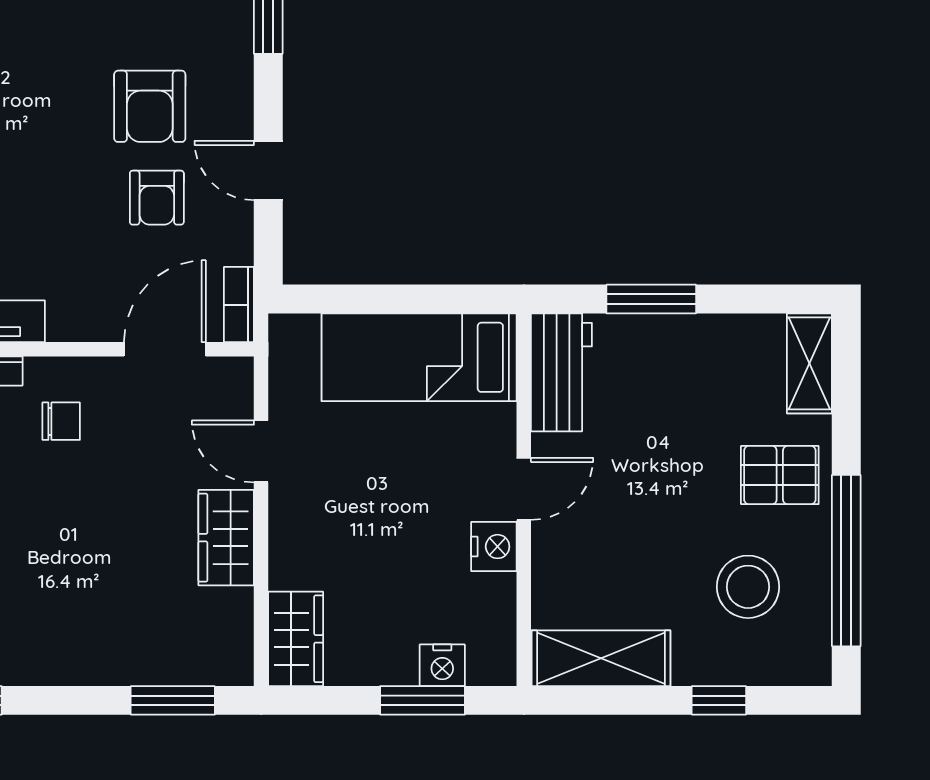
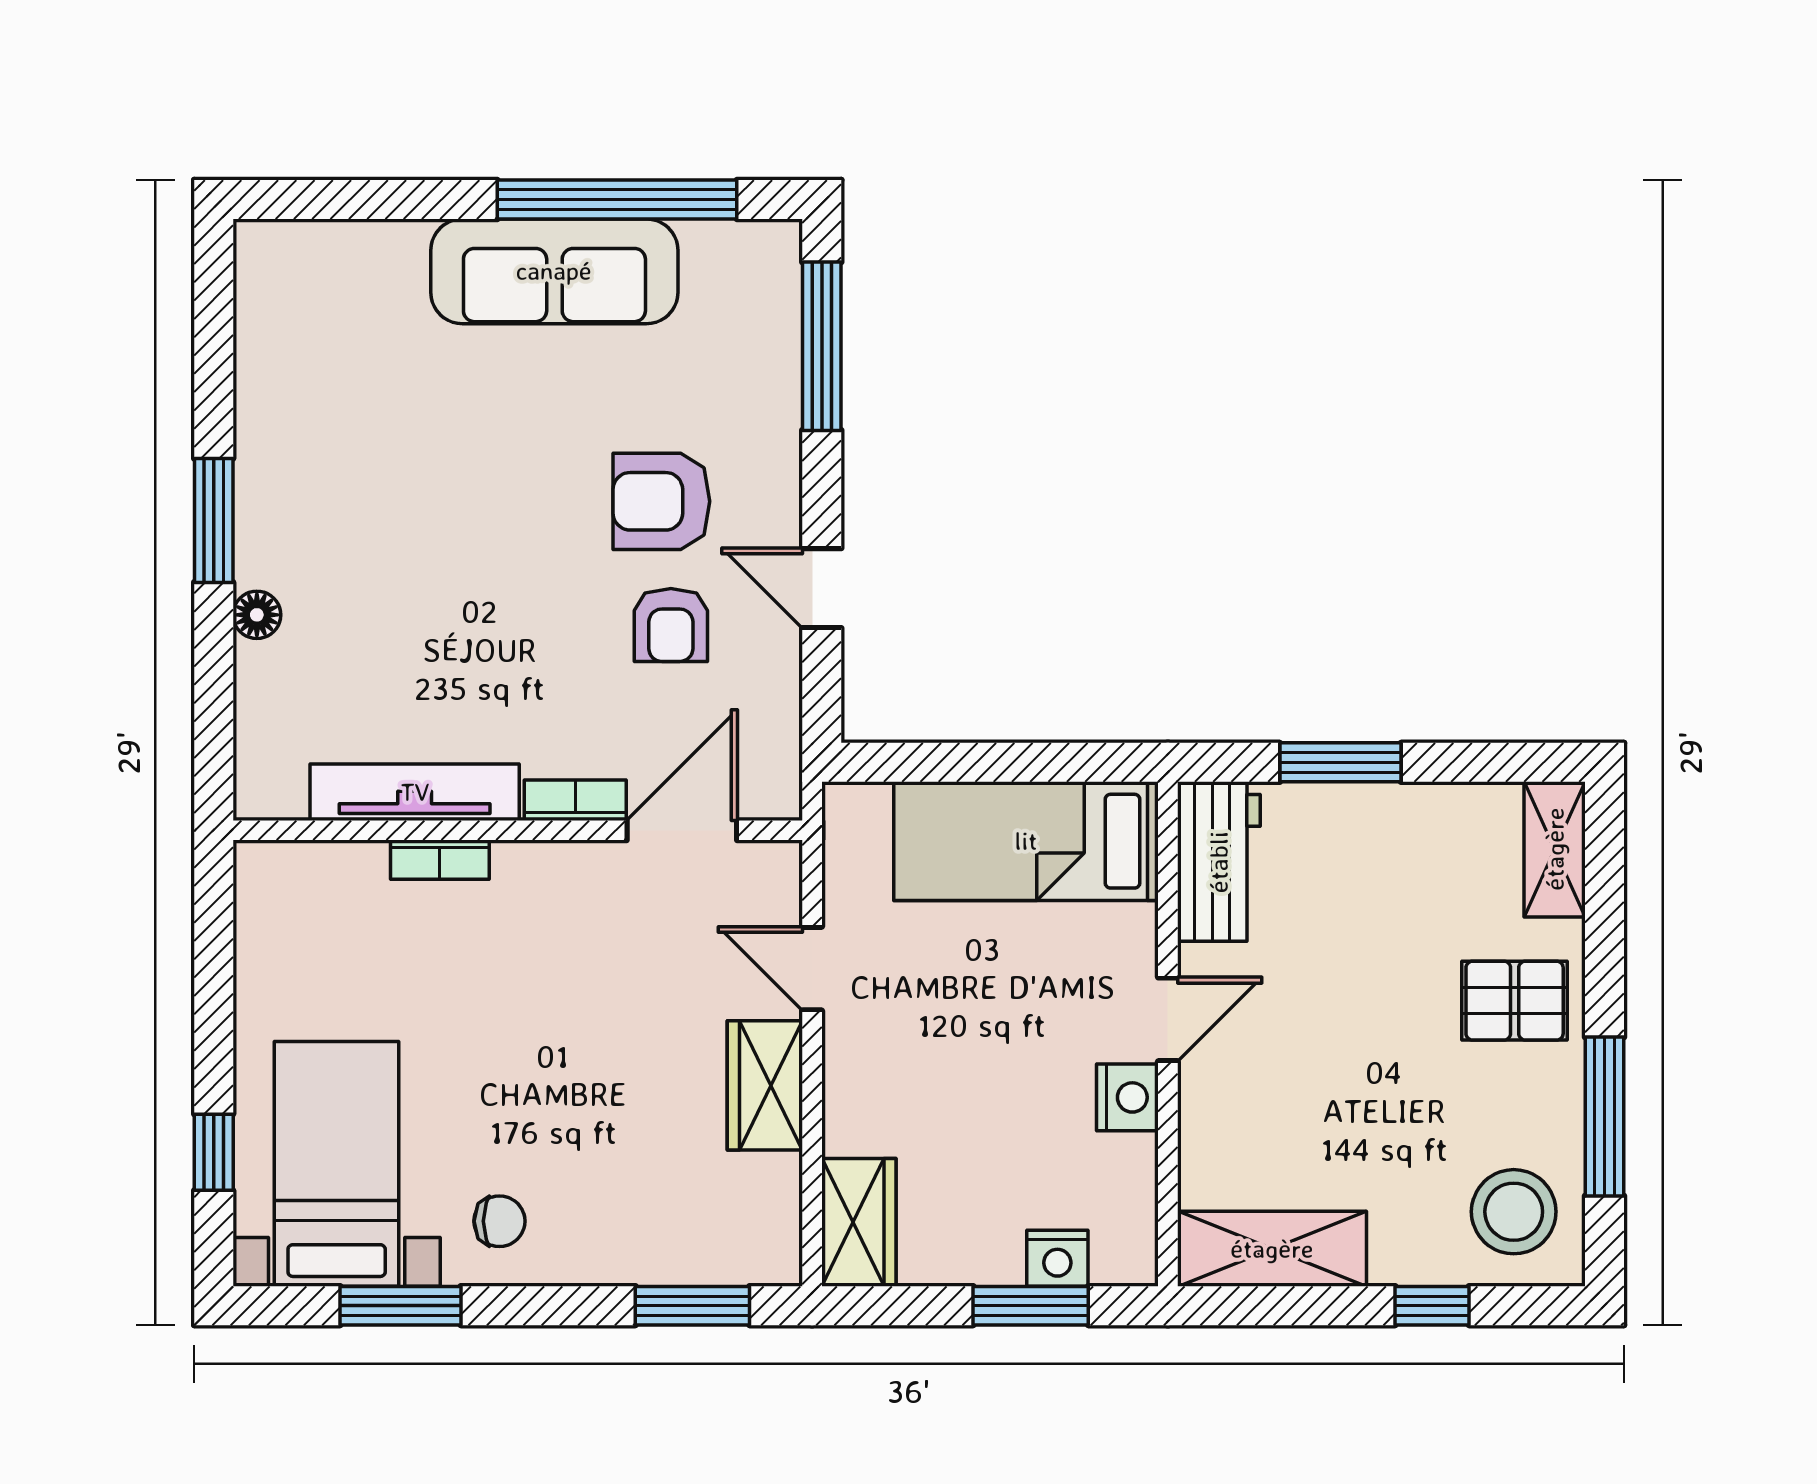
armchair: (150, 106) -> (661, 501), turned 90
bookcase: (239, 305) -> (575, 800), moved, turned 90
chair: (61, 421) -> (499, 1221), moved
window: (846, 561) -> (1605, 1116), width x0.68
stool: (748, 587) -> (1514, 1212), moved

